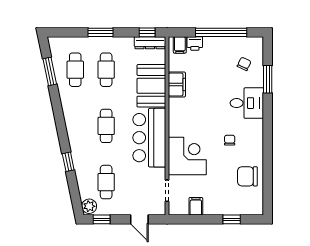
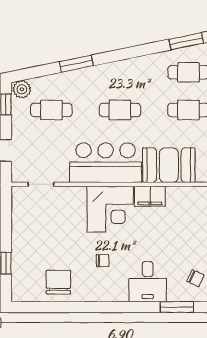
filing cabinet: (177, 84) -> (150, 196), moved
corner desk: (187, 156) -> (110, 209), moved
window: (68, 162) -> (76, 64), width x1.50
filing cabinet: (196, 206) -> (22, 219), removed

